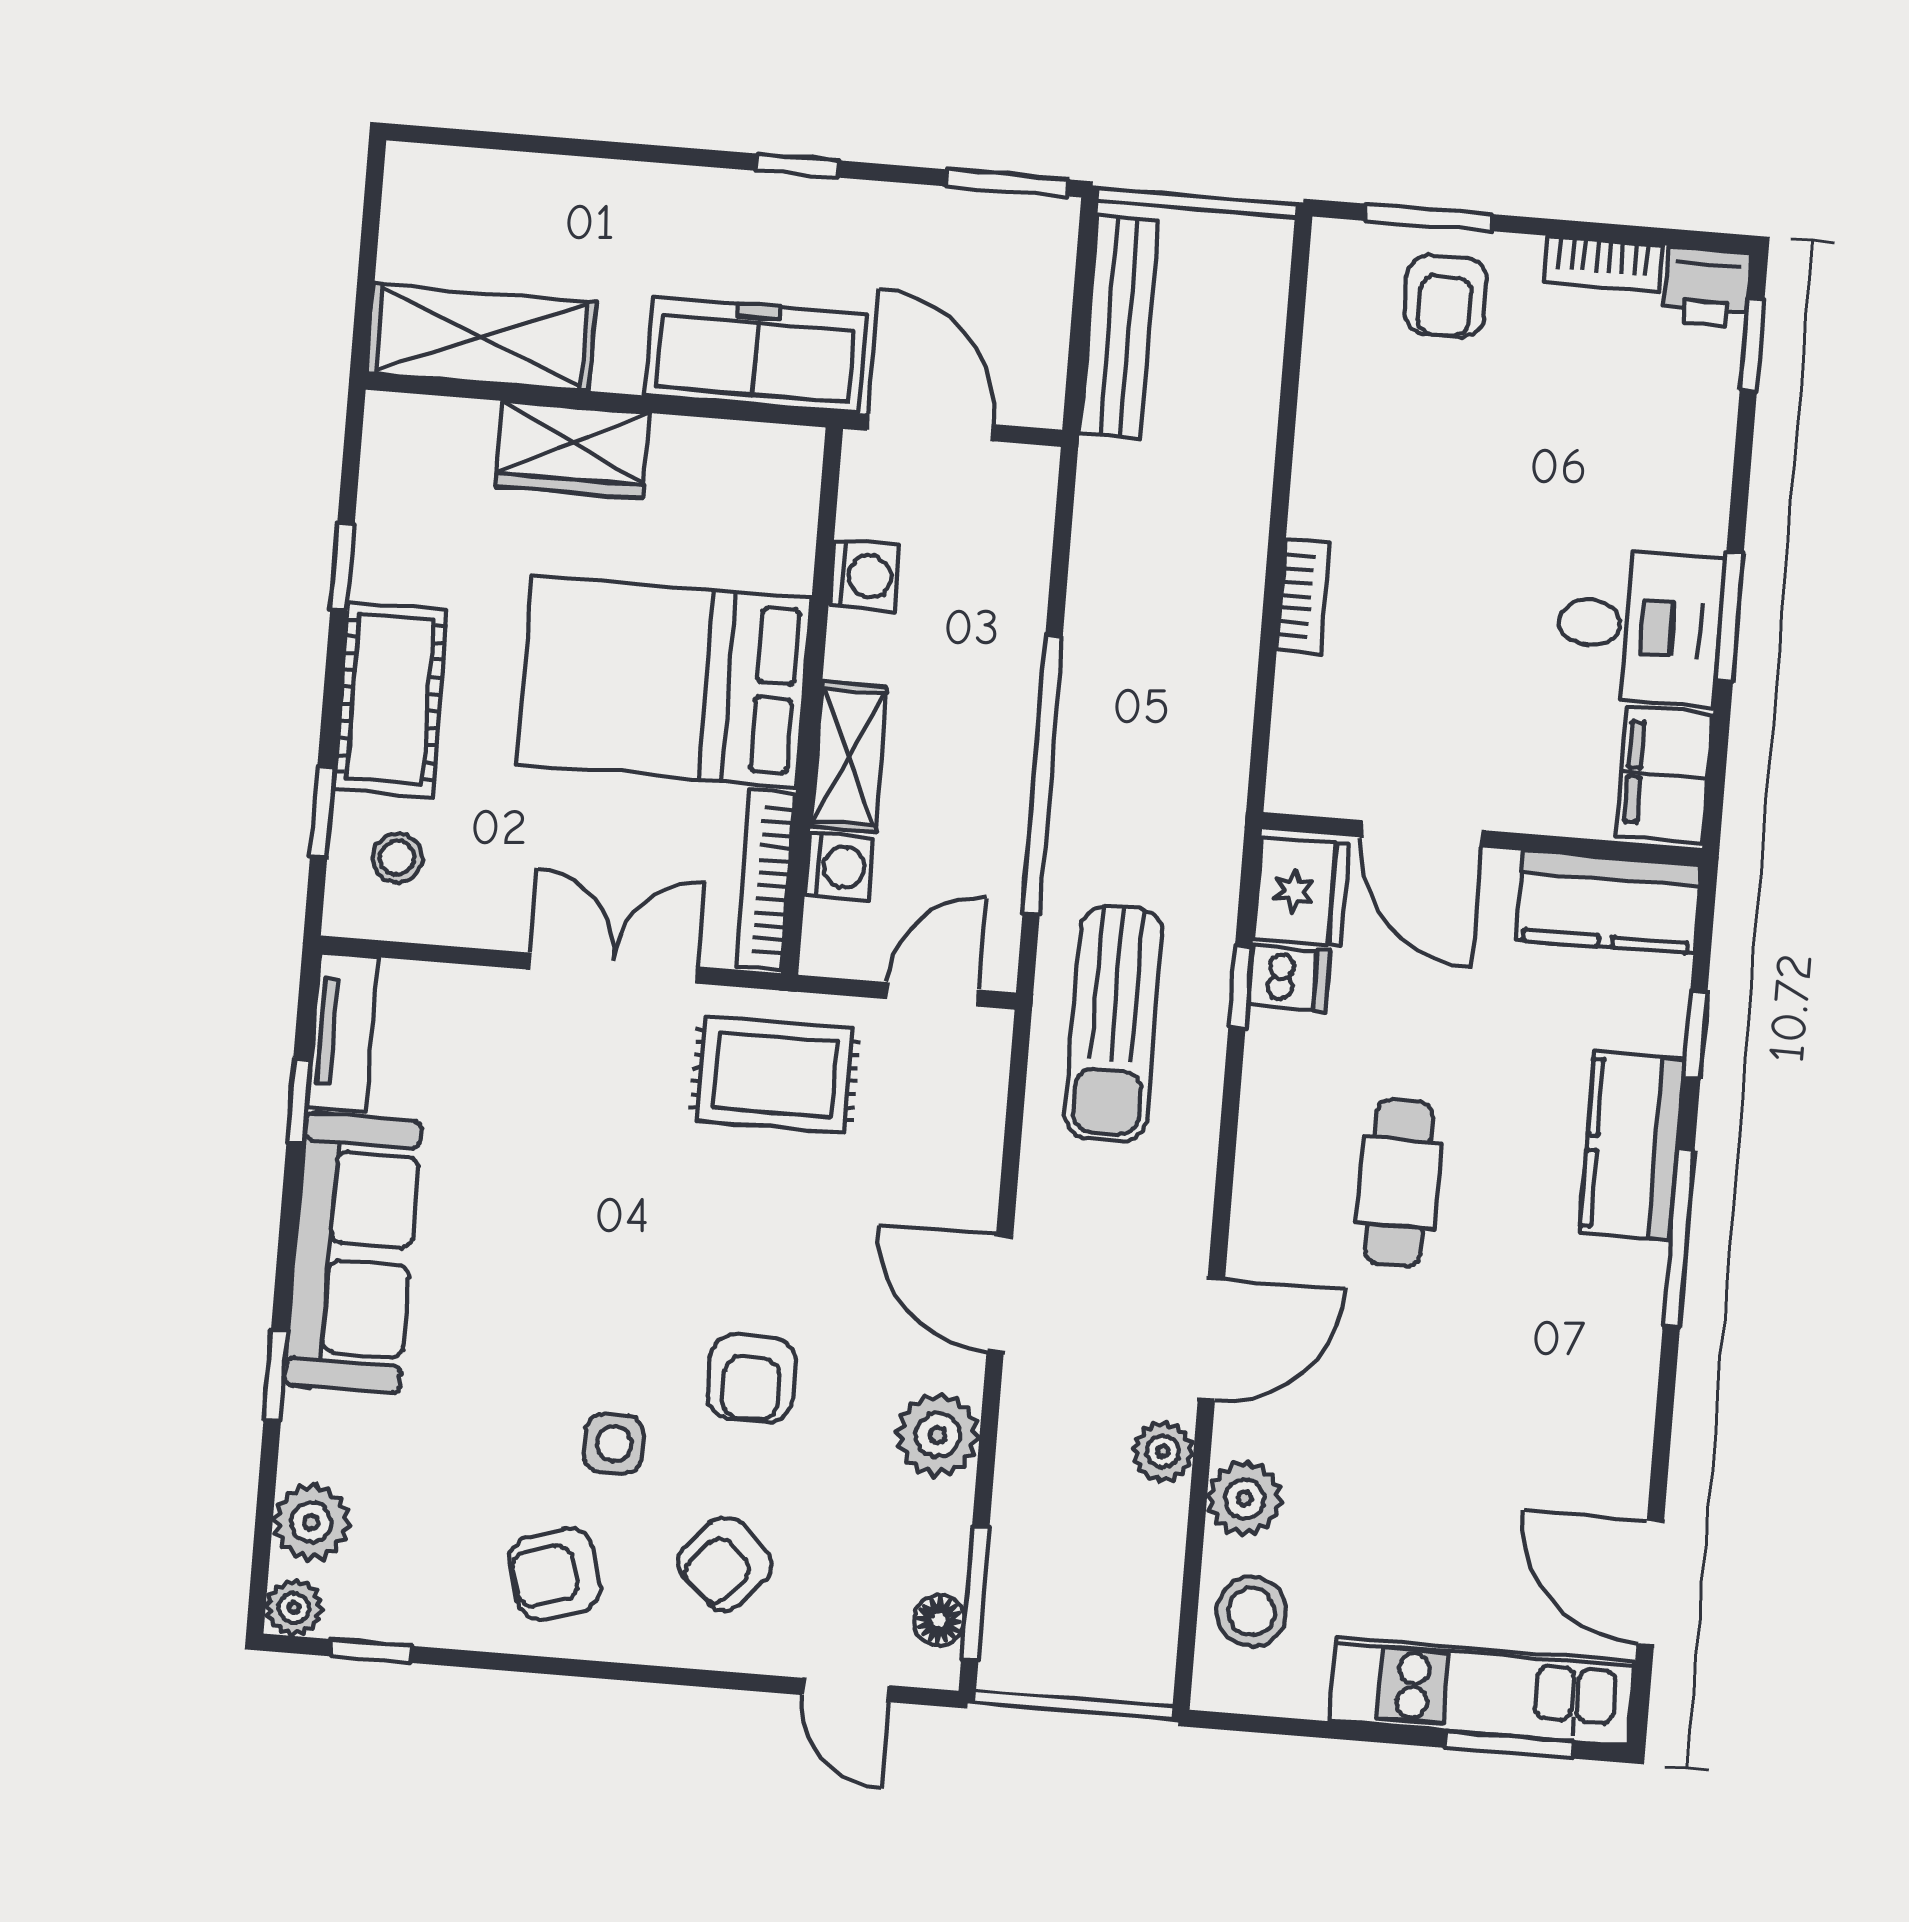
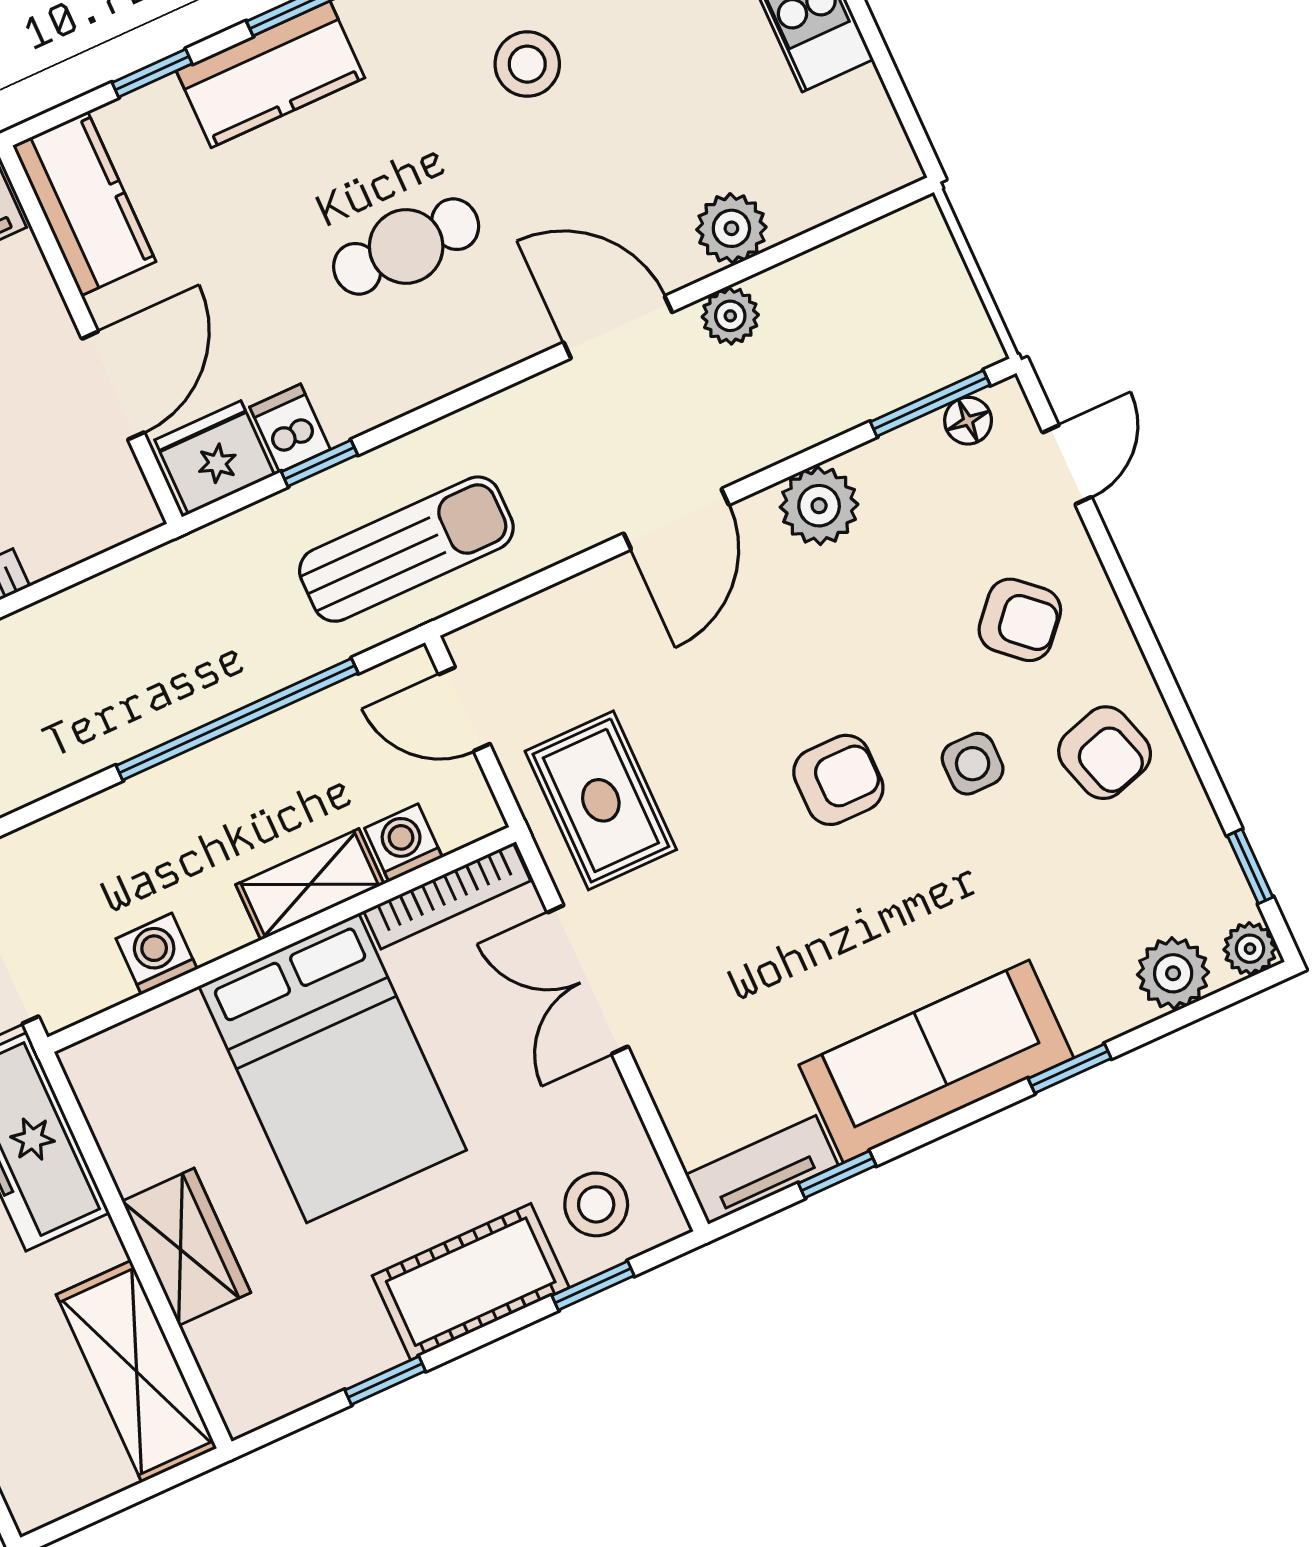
stool: (397, 858) -> (596, 1204), width x1.37, depth x1.37
armchair: (751, 1378) -> (838, 780), moved
stool: (1251, 1612) -> (527, 64), moved

